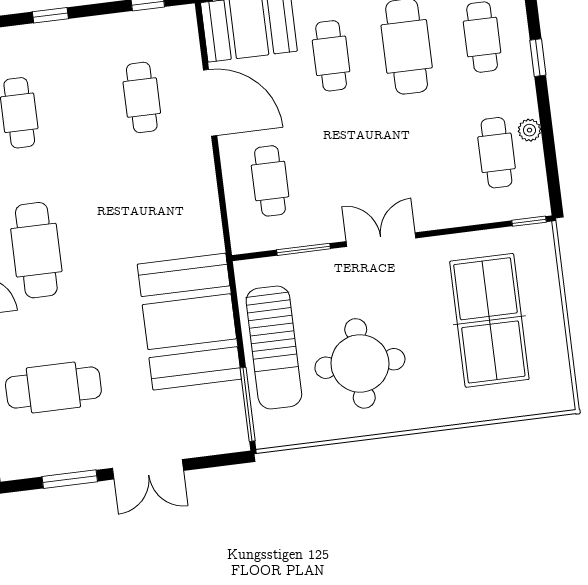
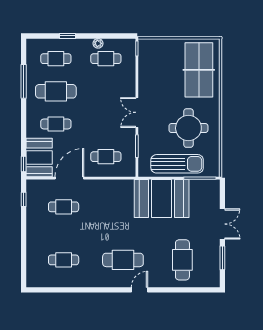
window: (50, 15) -> (24, 241), removed
table tennis table: (489, 320) -> (199, 70), moved, turned 90

